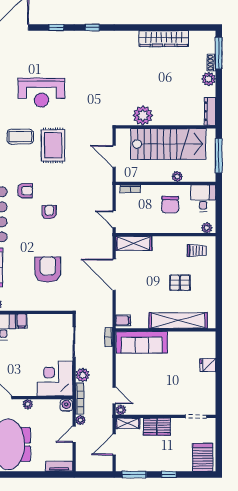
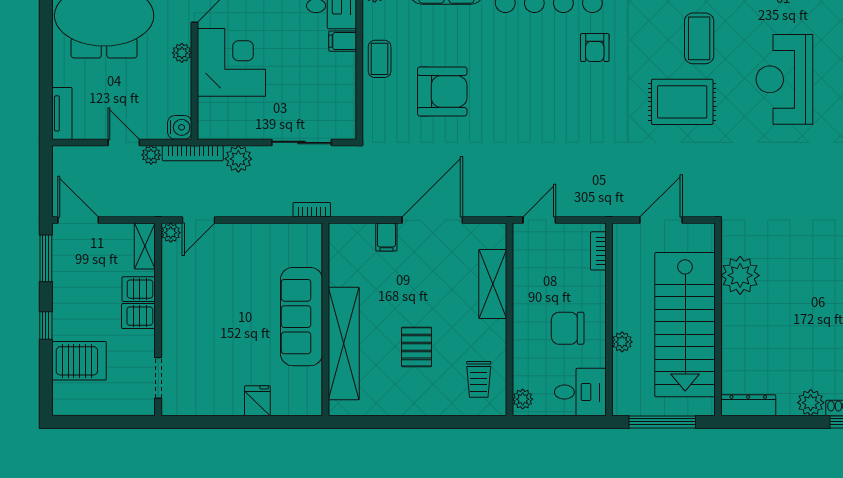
armchair: (49, 212) -> (553, 94), removed
shelving: (134, 243) -> (493, 284), moved
coffee table: (31, 302) -> (380, 59), added
filing cabinet: (123, 320) -> (386, 237), moved
sofa: (142, 342) -> (301, 317), moved
corner desk: (55, 379) -> (231, 62), moved
door: (114, 444) -> (78, 220), moved
server rack: (203, 457) -> (79, 361), moved

